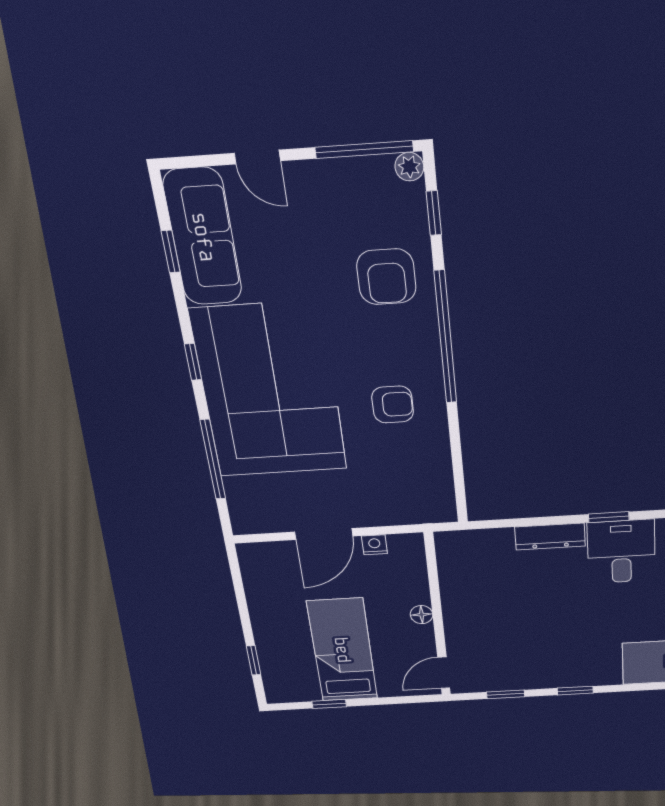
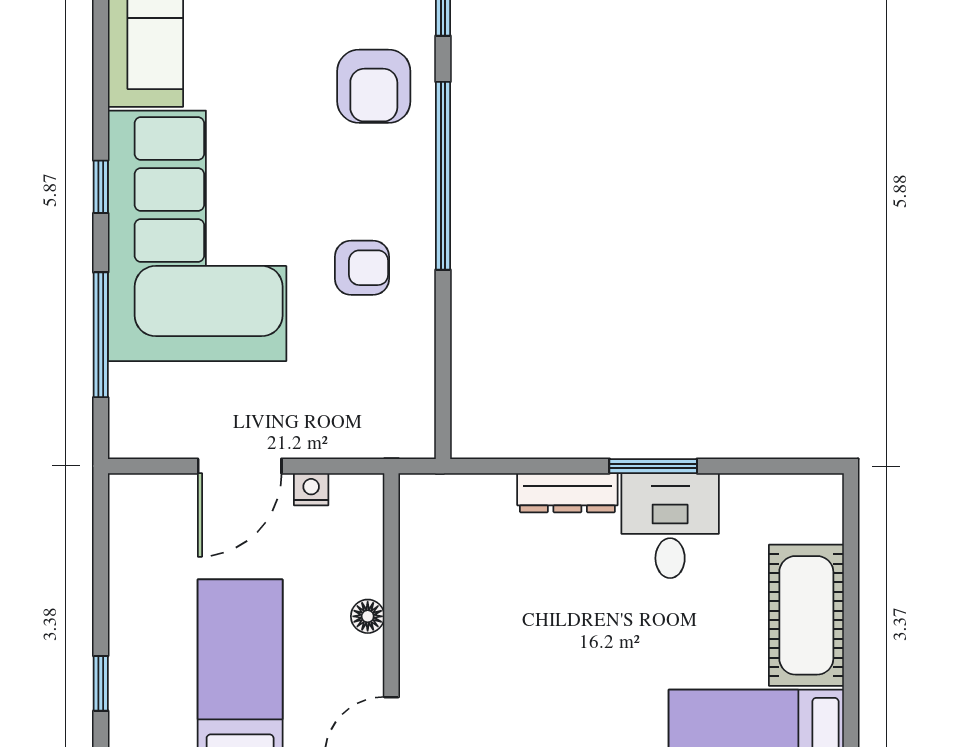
window: (171, 252) -> (101, 34), removed
window: (609, 517) -> (653, 466), width x1.50

